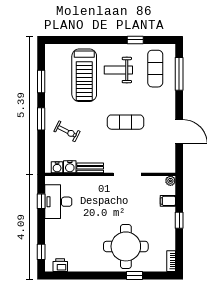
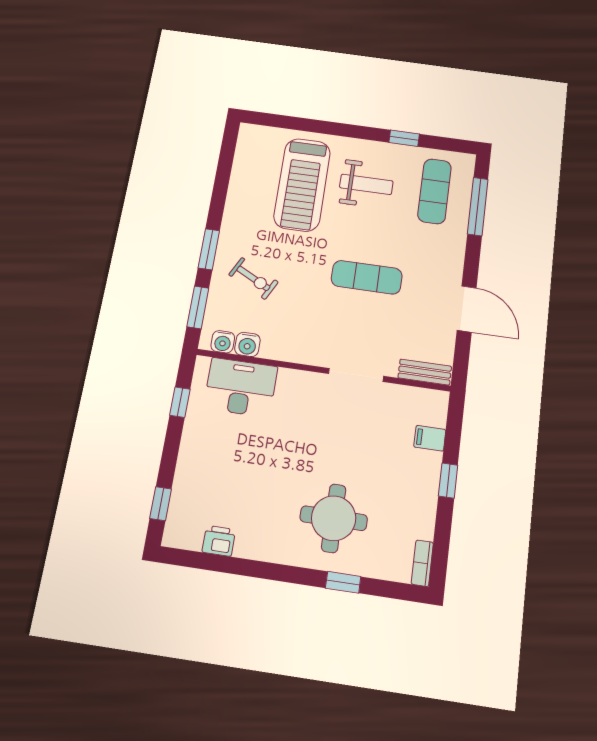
weight bench: (118, 70) -> (366, 184), turned 180
window: (41, 82) -> (198, 307), moved
bench: (90, 168) -> (425, 372), moved
plant: (170, 181) -> (439, 400), removed
desk: (58, 202) -> (241, 387), moved, turned 90
round table: (126, 246) -> (334, 518), width x0.73, depth x0.73
printer: (60, 265) -> (219, 541), moved

